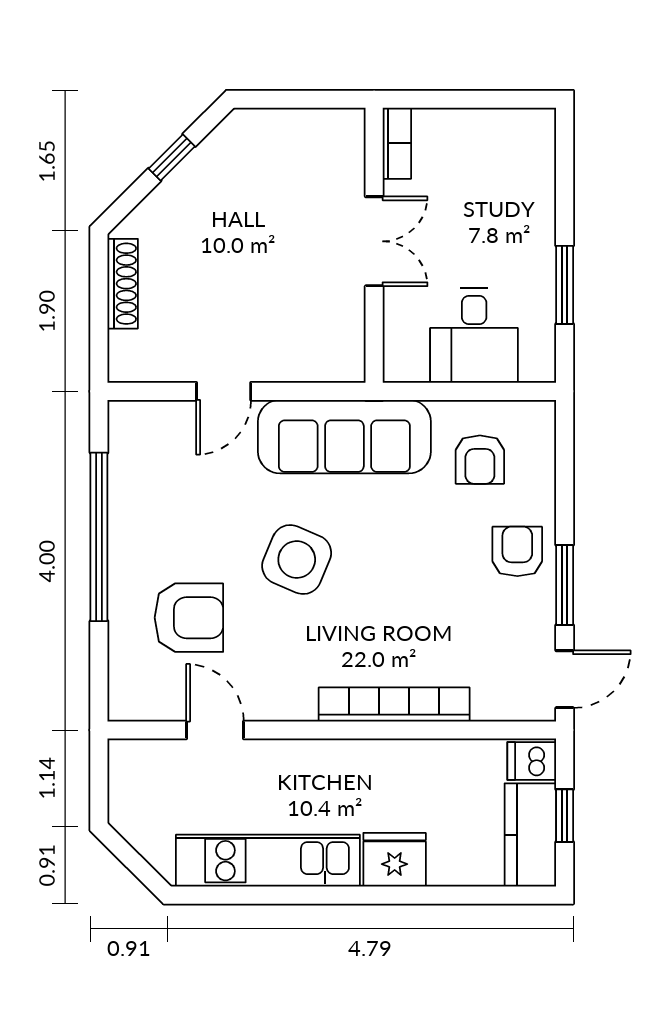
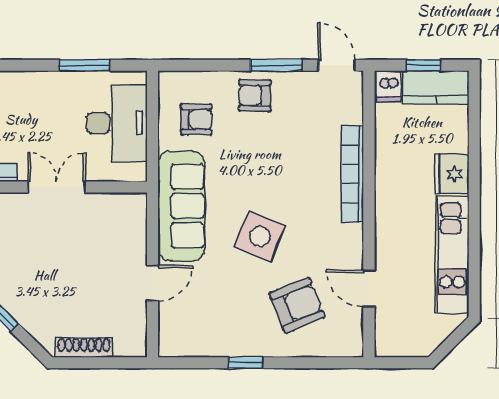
desk: (474, 336) -> (117, 123), width x1.37
door: (224, 391) -> (153, 283), hinge flipped
window: (99, 537) -> (246, 363), width x0.32
armchair: (189, 618) -> (297, 305), turned 68
door: (215, 730) -> (369, 289), hinge flipped

